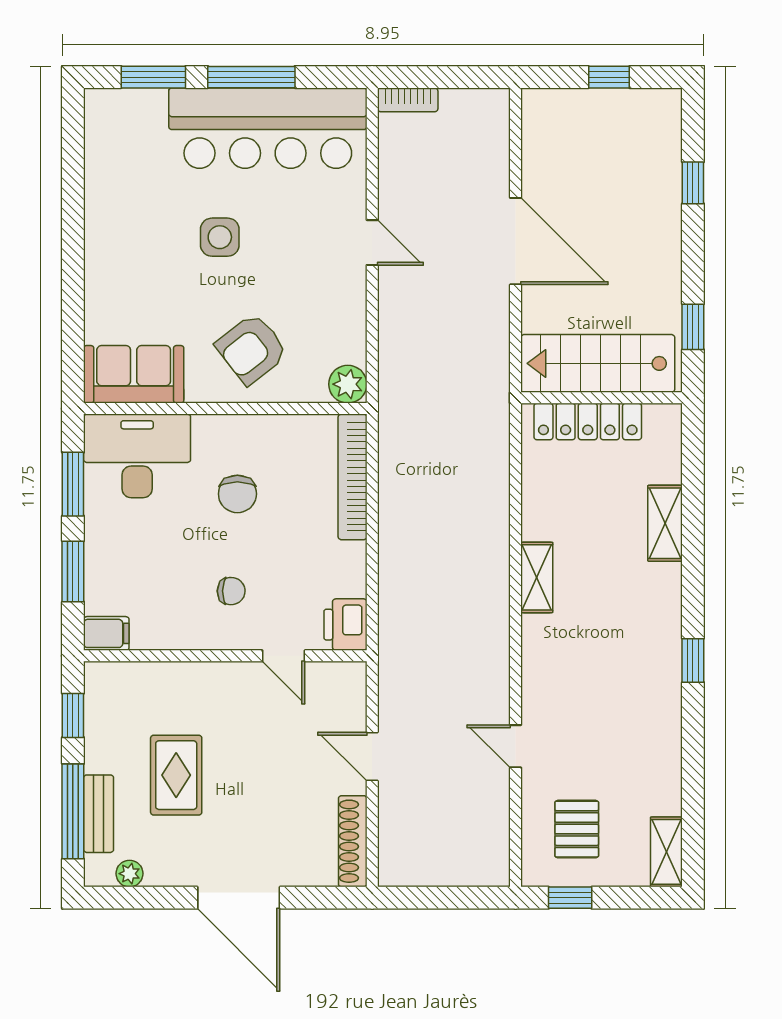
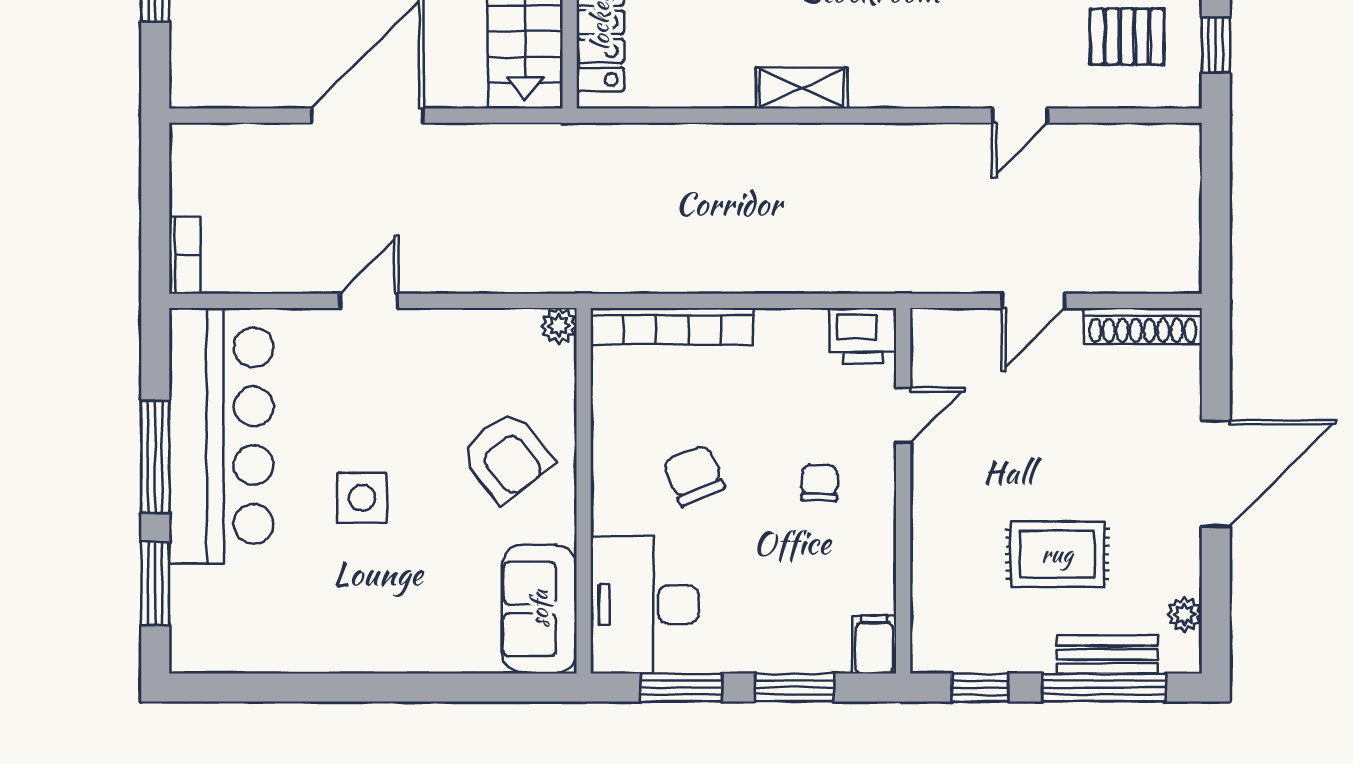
plant: (348, 384) -> (559, 326), width x0.73, depth x0.73
chair: (237, 494) -> (694, 475), turned -113

